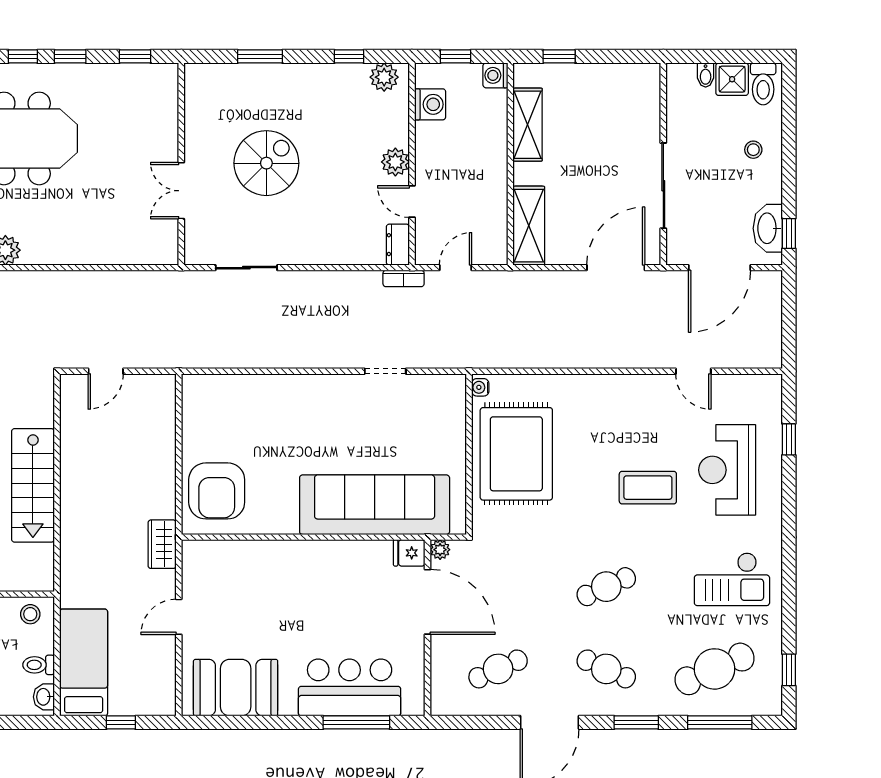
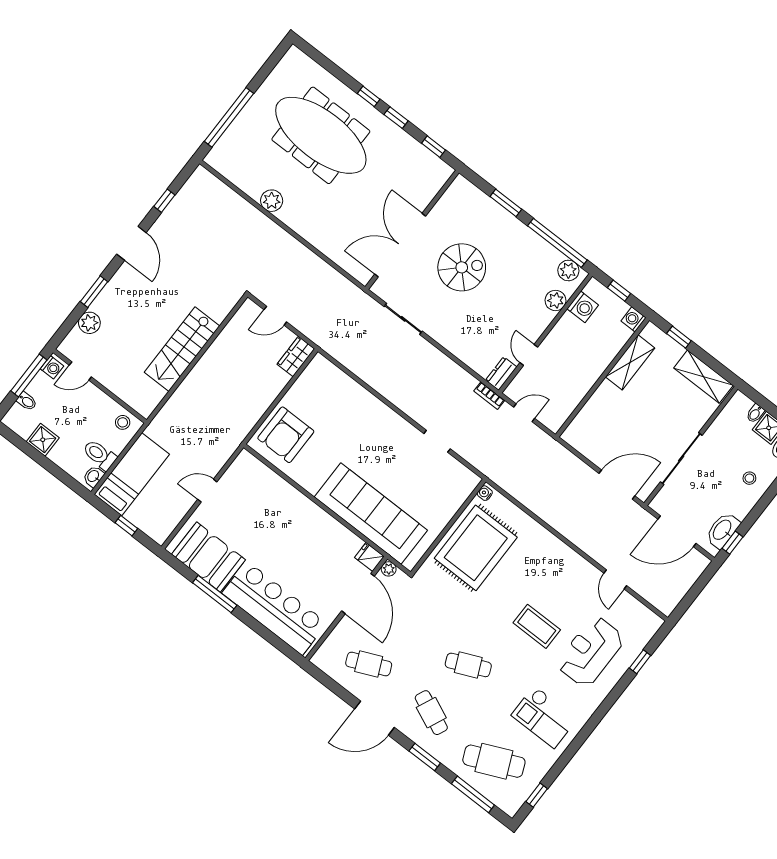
window: (349, 56) -> (557, 243), width x3.17
plant: (395, 162) -> (555, 300), moved
double door: (181, 191) -> (400, 245), width x1.87
shelving: (529, 226) -> (703, 377), moved, turned 90
wardrobe: (162, 544) -> (296, 357), moved
toilet: (39, 665) -> (100, 455), width x1.37, depth x1.39
bar counter: (350, 687) -> (274, 608), width x1.36
window: (356, 722) -> (215, 594), moved

